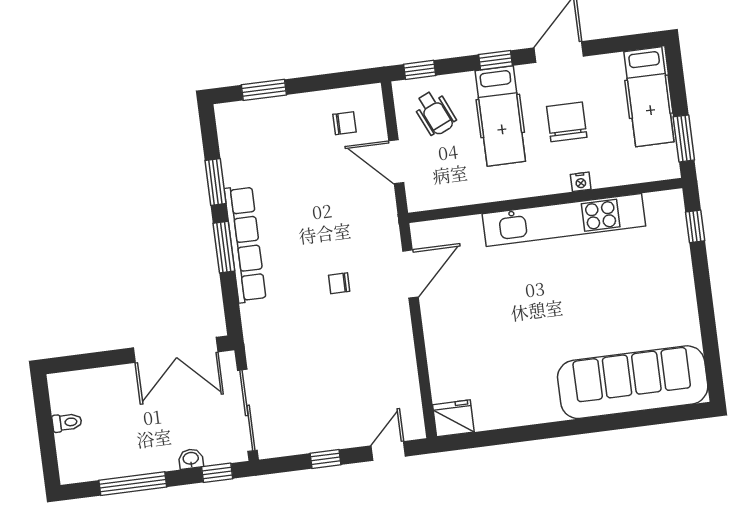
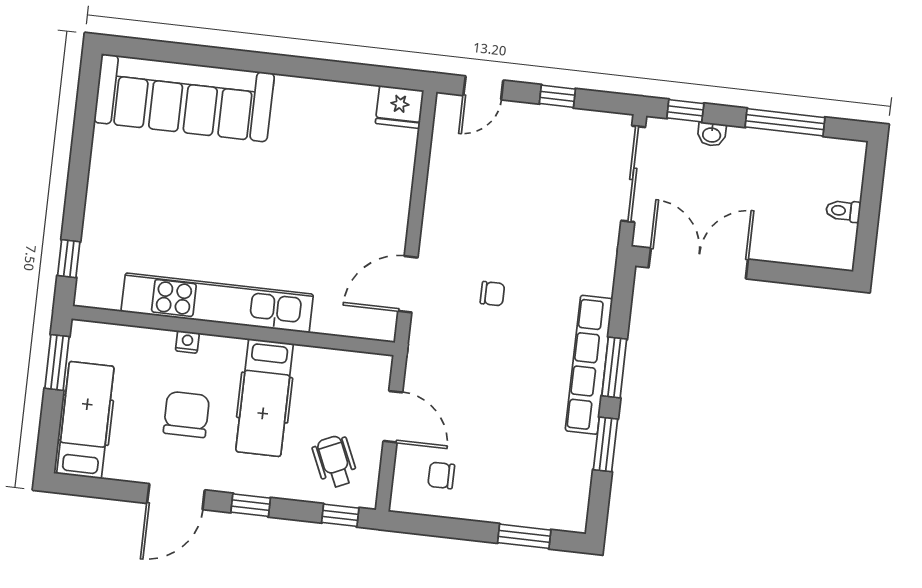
hospital bed: (500, 116) -> (265, 398), moved, turned 180
chair: (567, 122) -> (186, 414), turned 180

